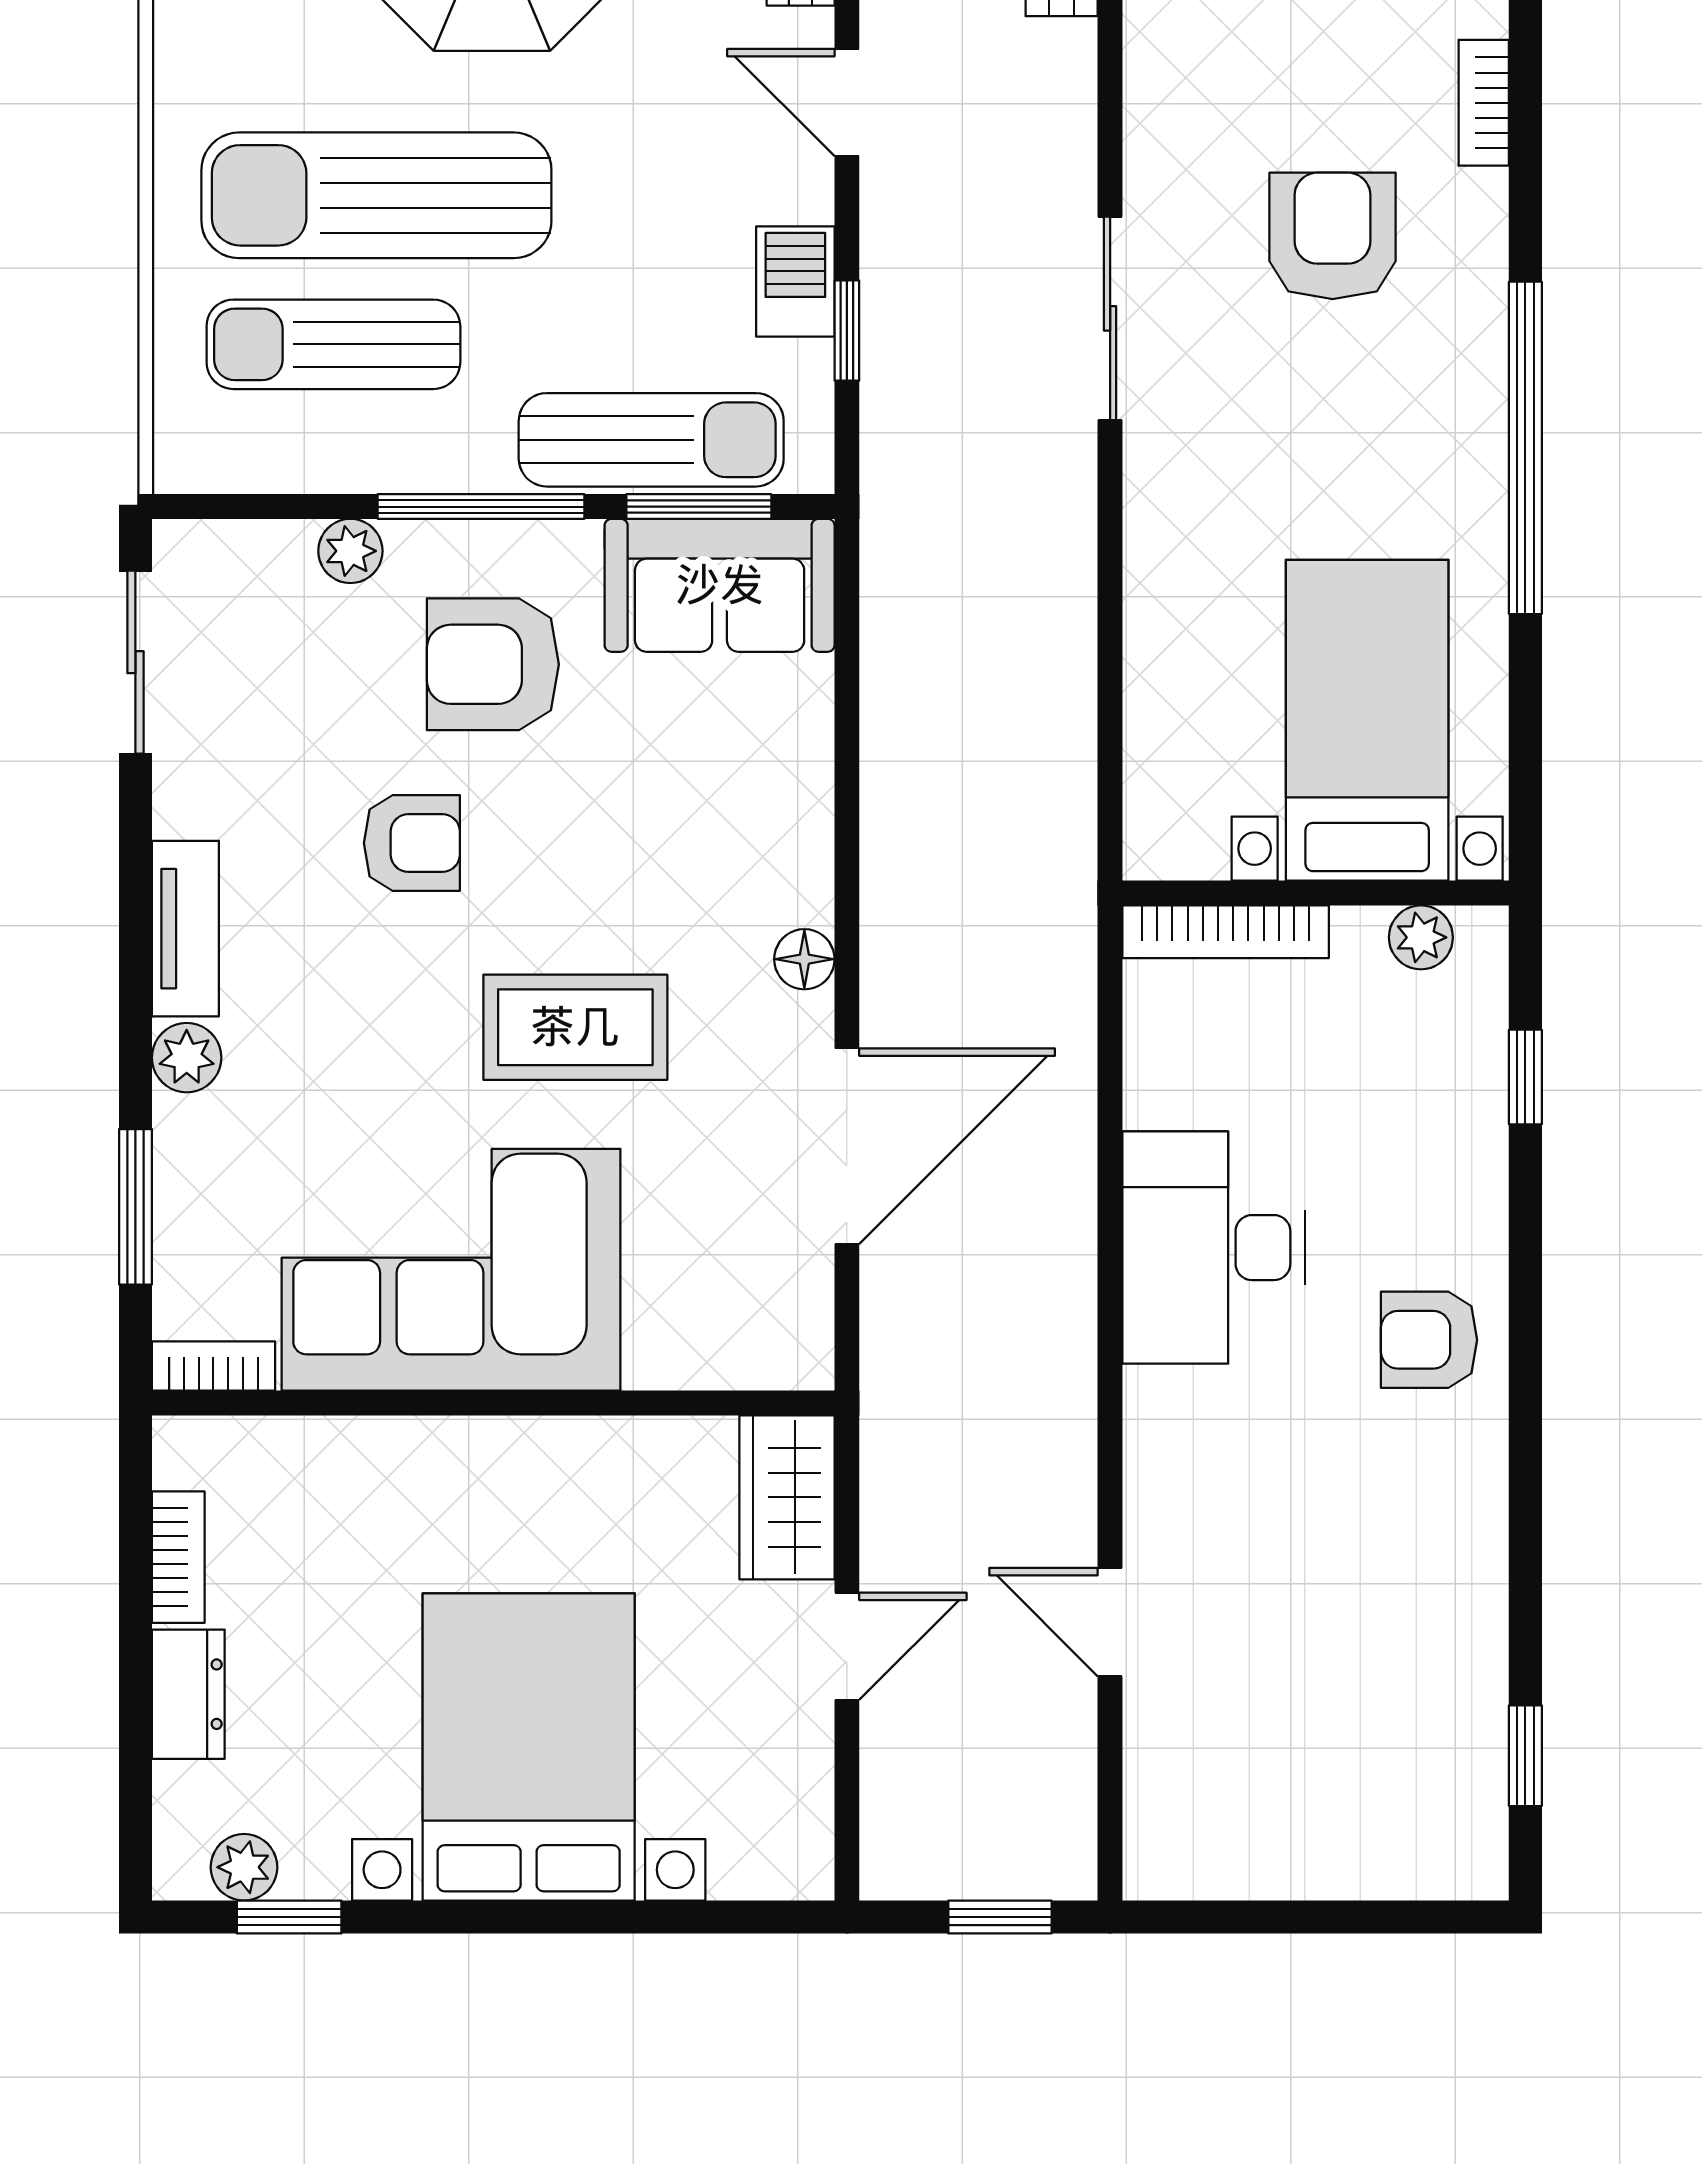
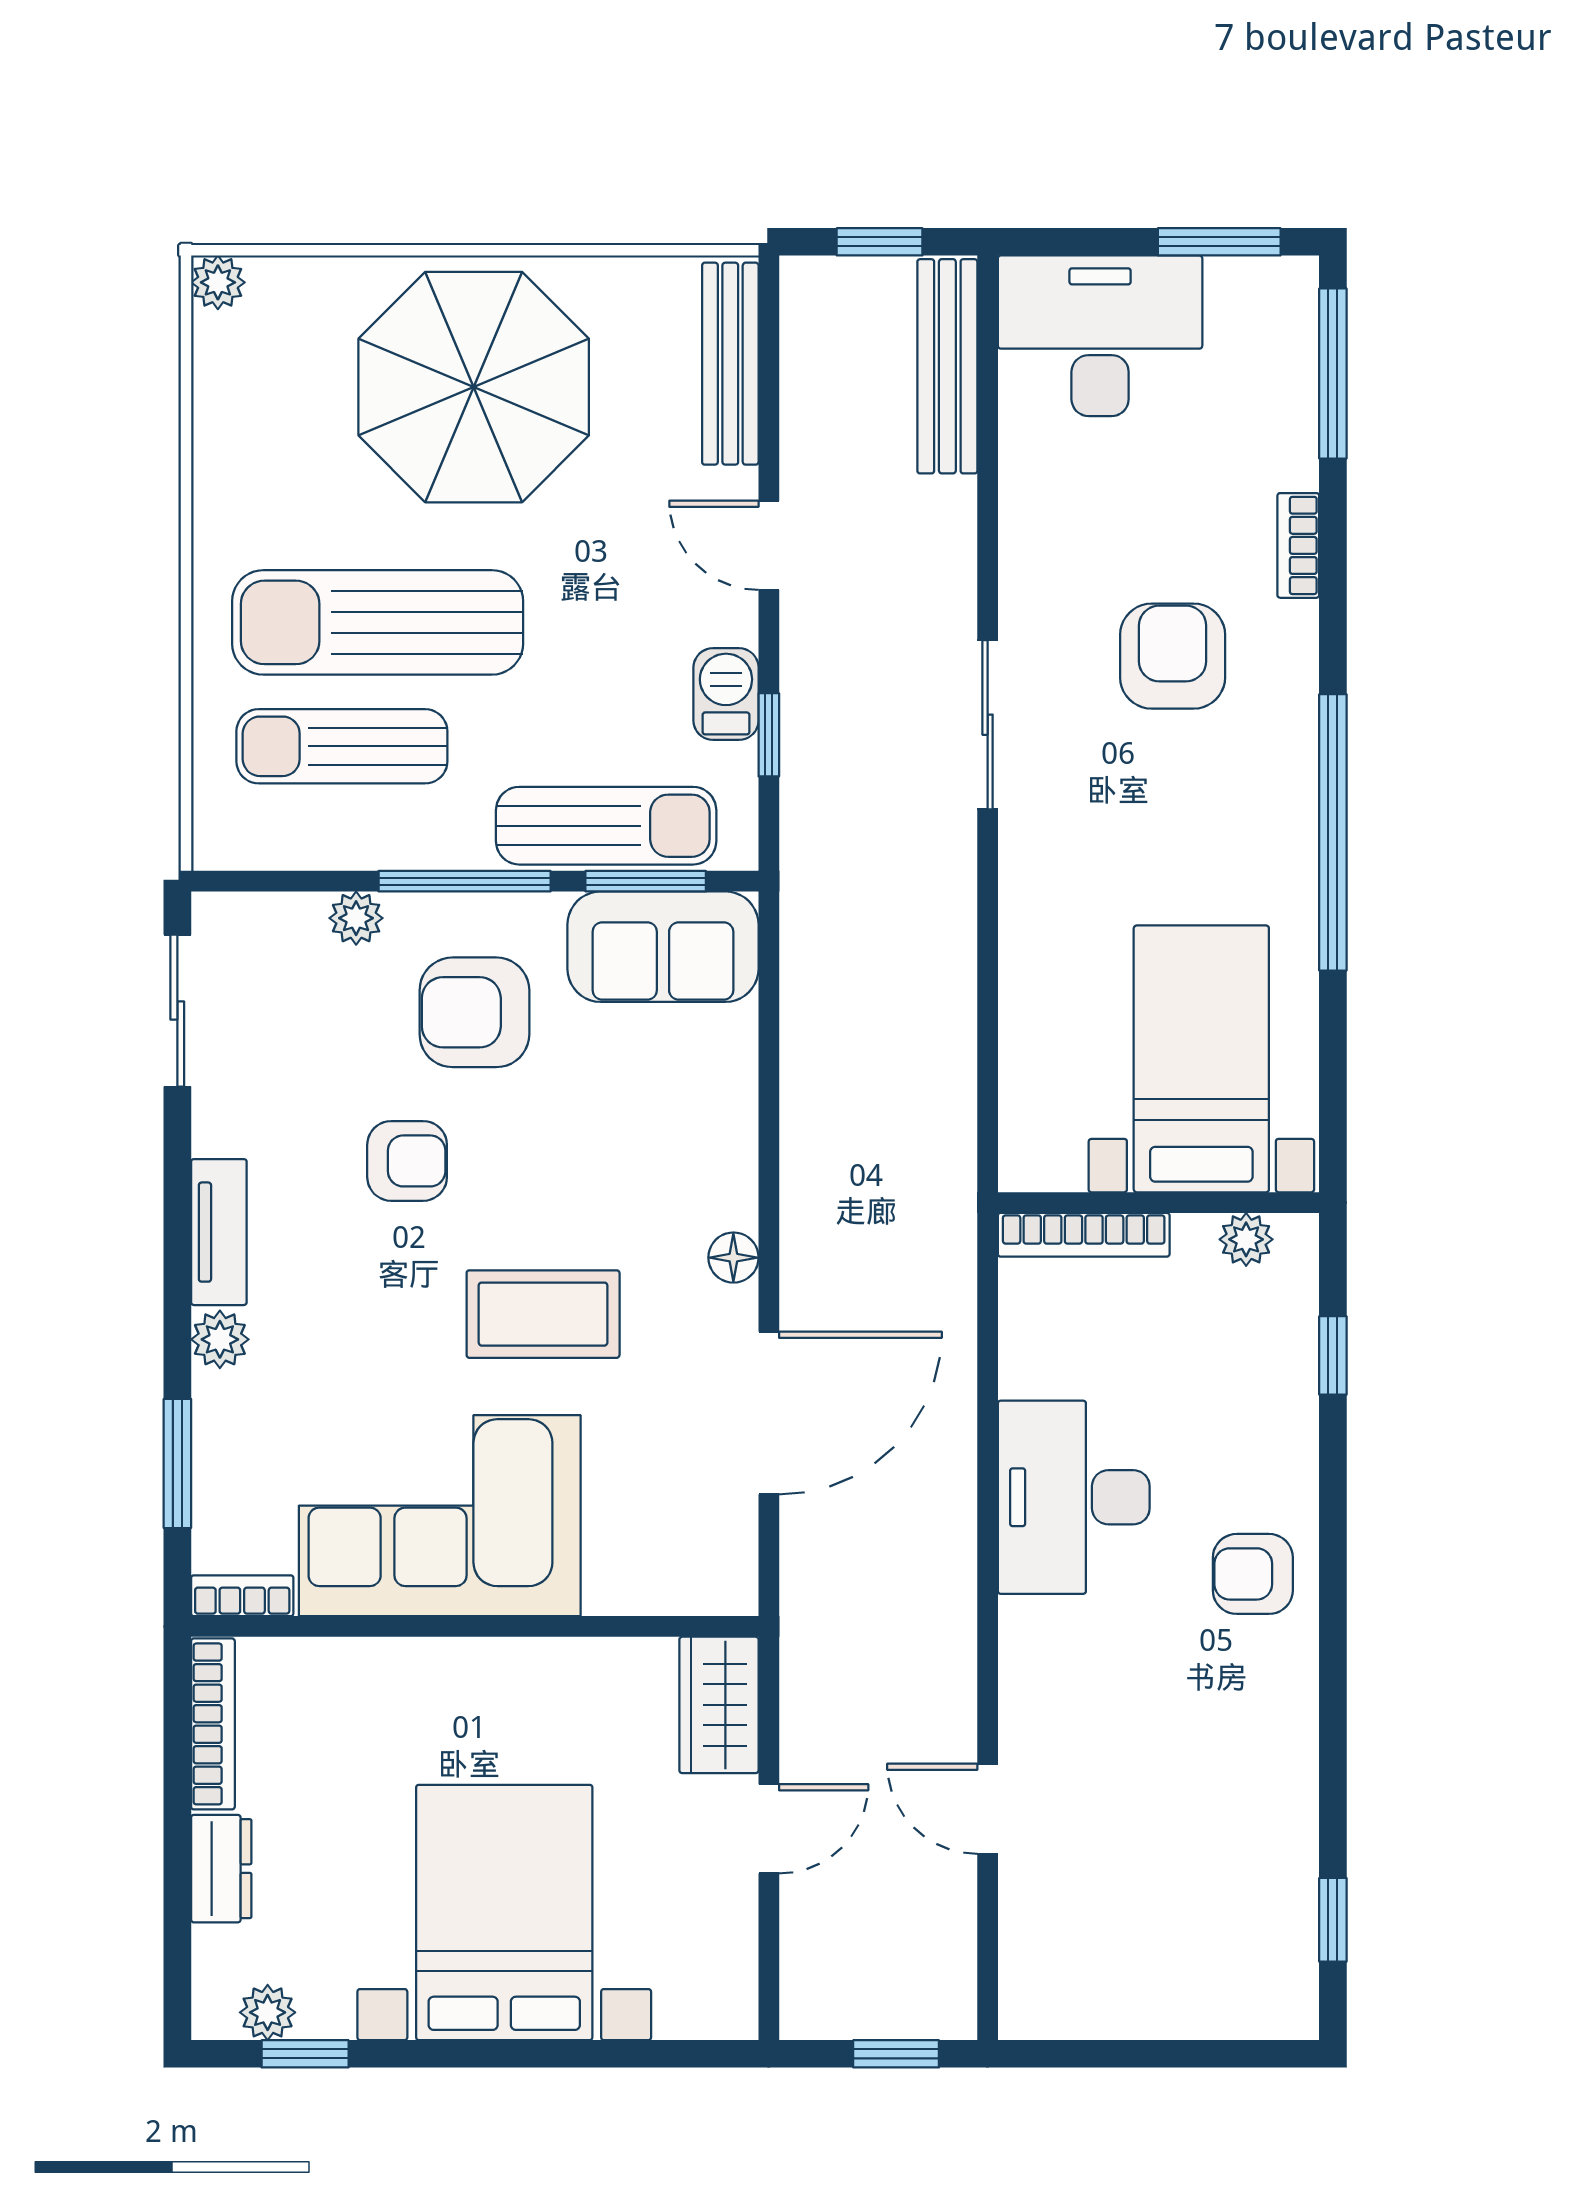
bookcase: (178, 1557) -> (213, 1724), width x1.56

